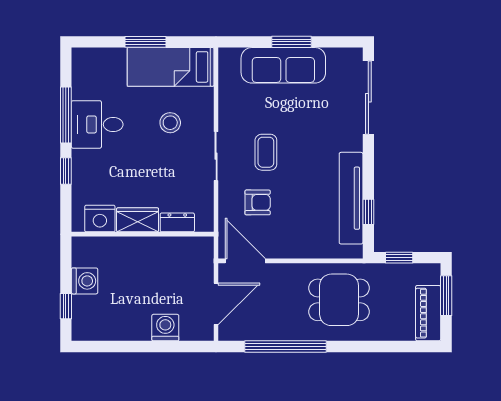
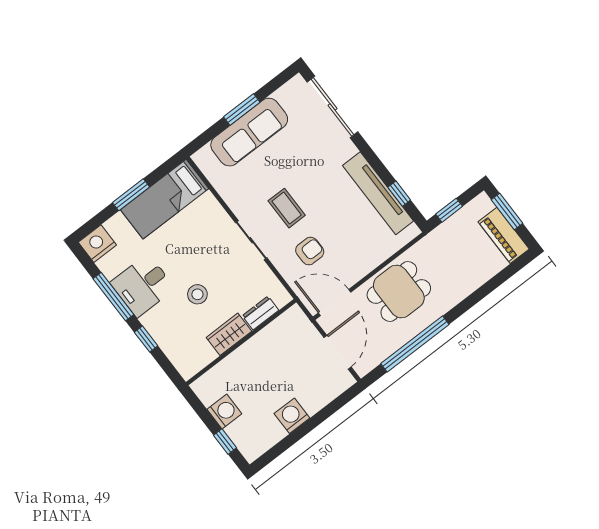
stool: (170, 123) -> (197, 294), moved
nightstand: (100, 219) -> (97, 244), moved, turned 180
dining table: (339, 300) -> (399, 292), moved
washing machine: (165, 328) -> (292, 416), moved

